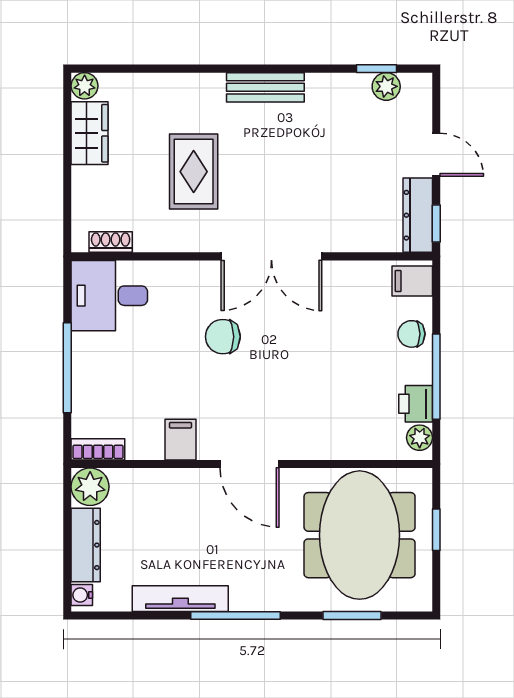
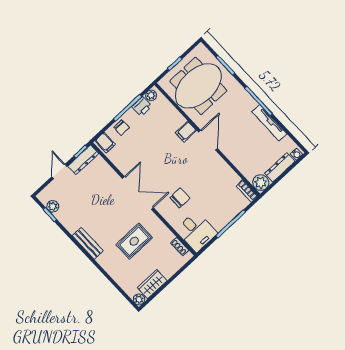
chair: (223, 337) -> (180, 198), moved, turned -90
filing cabinet: (180, 440) -> (186, 132), moved

